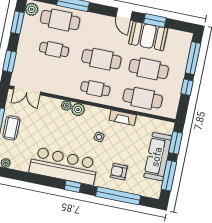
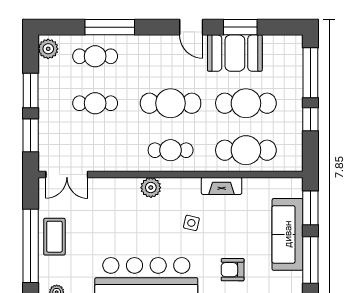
cafe table: (60, 20) -> (95, 56), width x0.73, depth x0.74
window: (17, 23) -> (31, 91), moved
plant: (66, 106) -> (131, 185), removed

